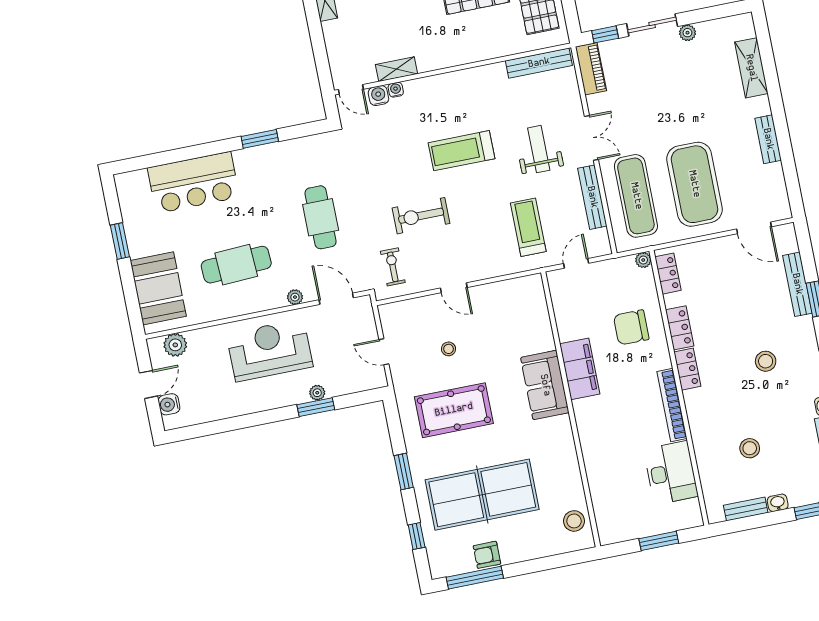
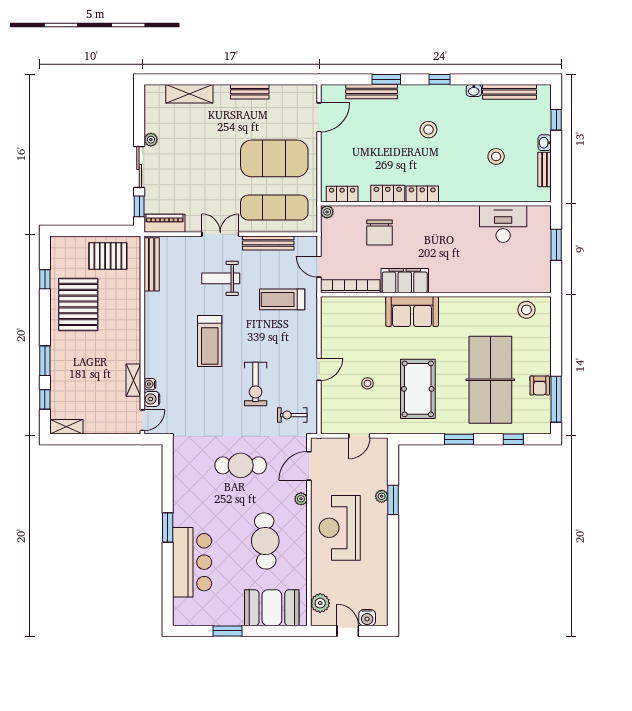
window: (260, 139) -> (168, 527), moved
bookcase: (672, 405) -> (350, 286), moved, turned 180

